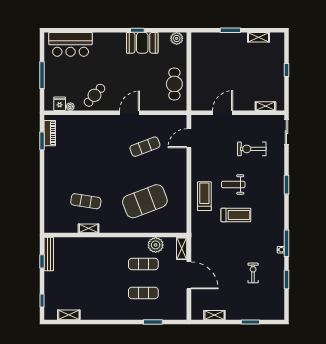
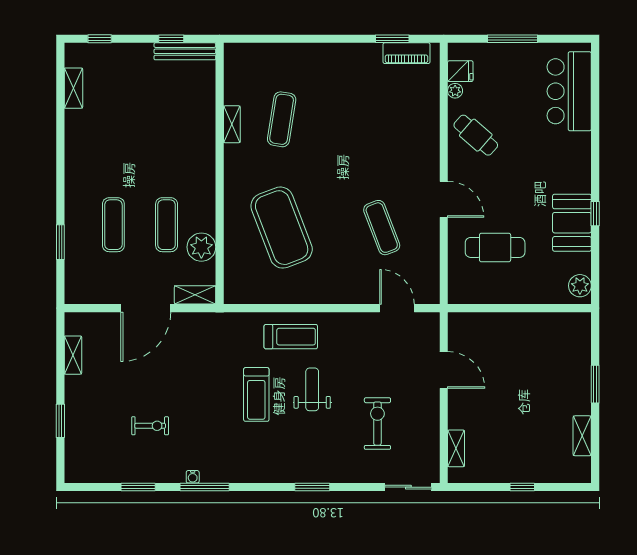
cafe table: (174, 84) -> (495, 247), moved

